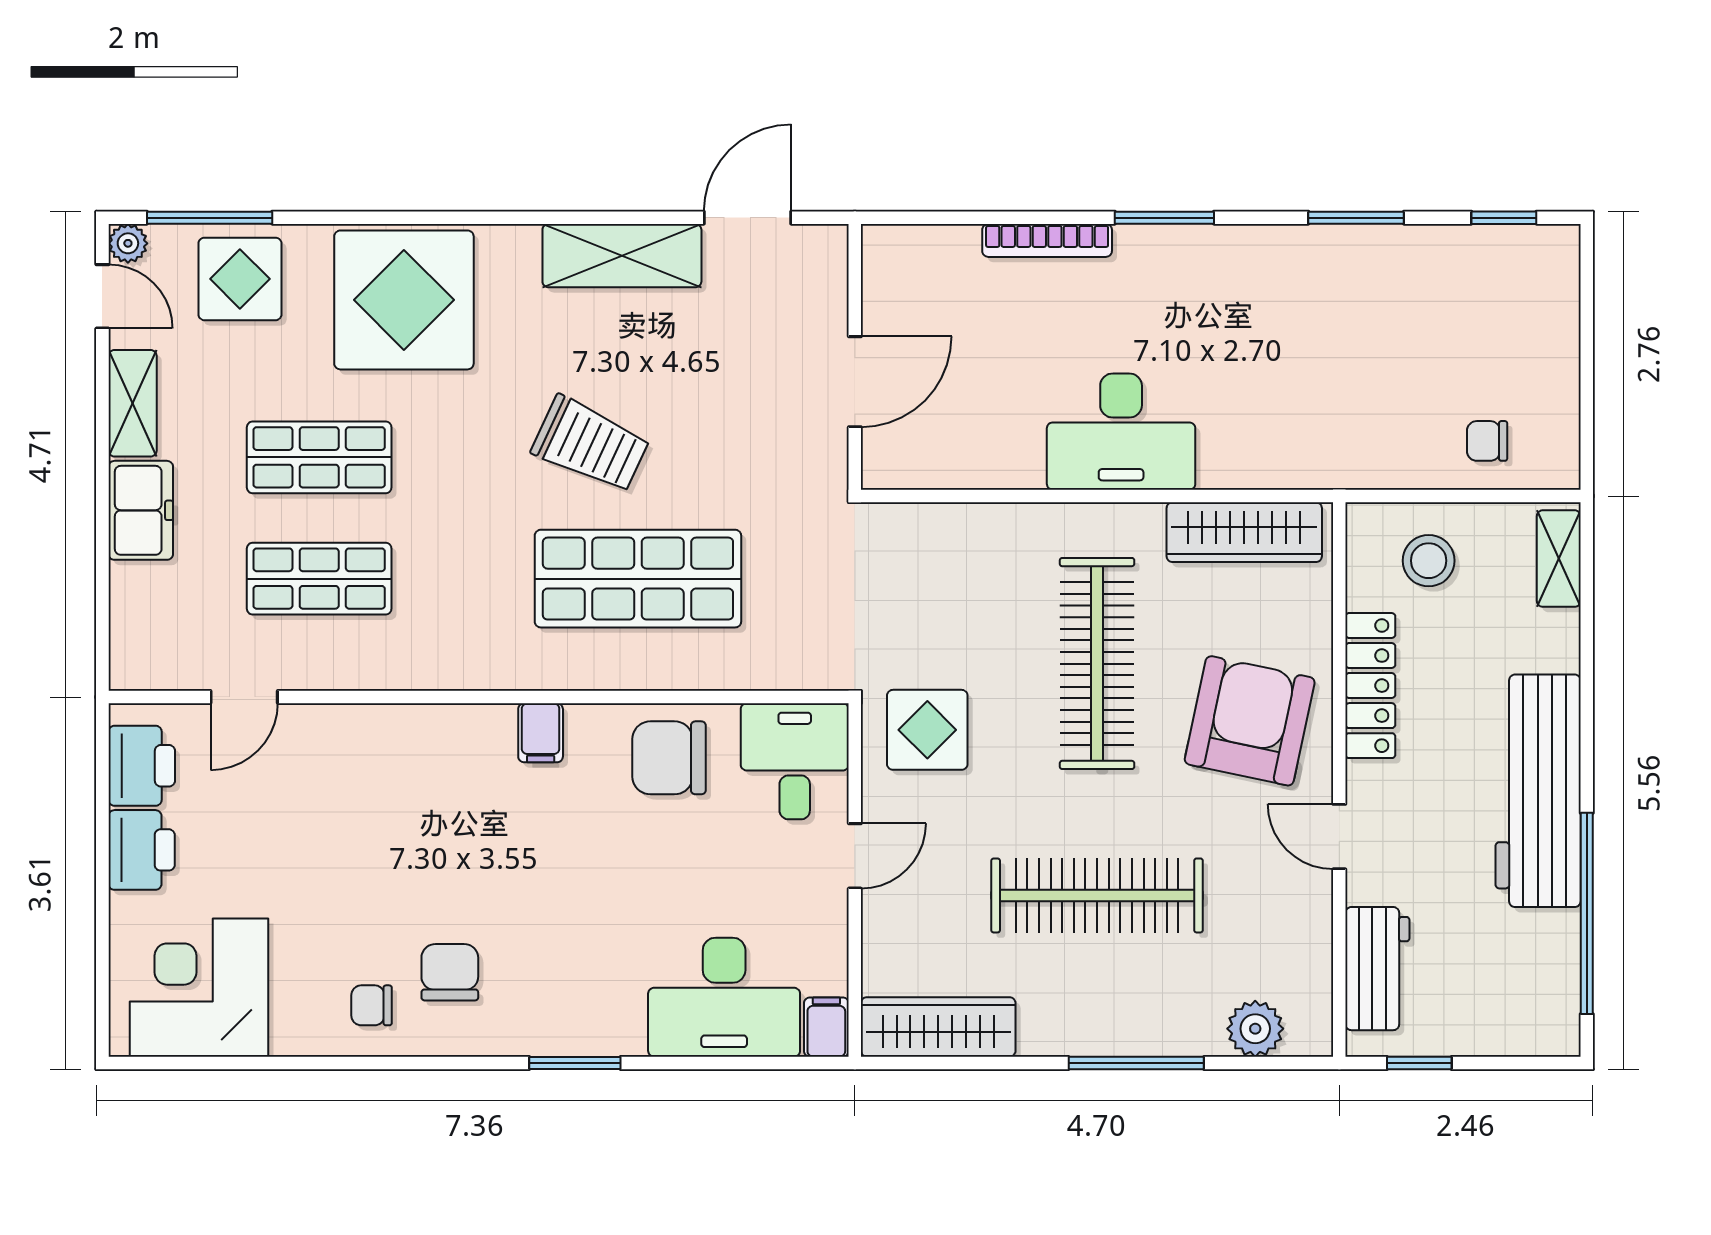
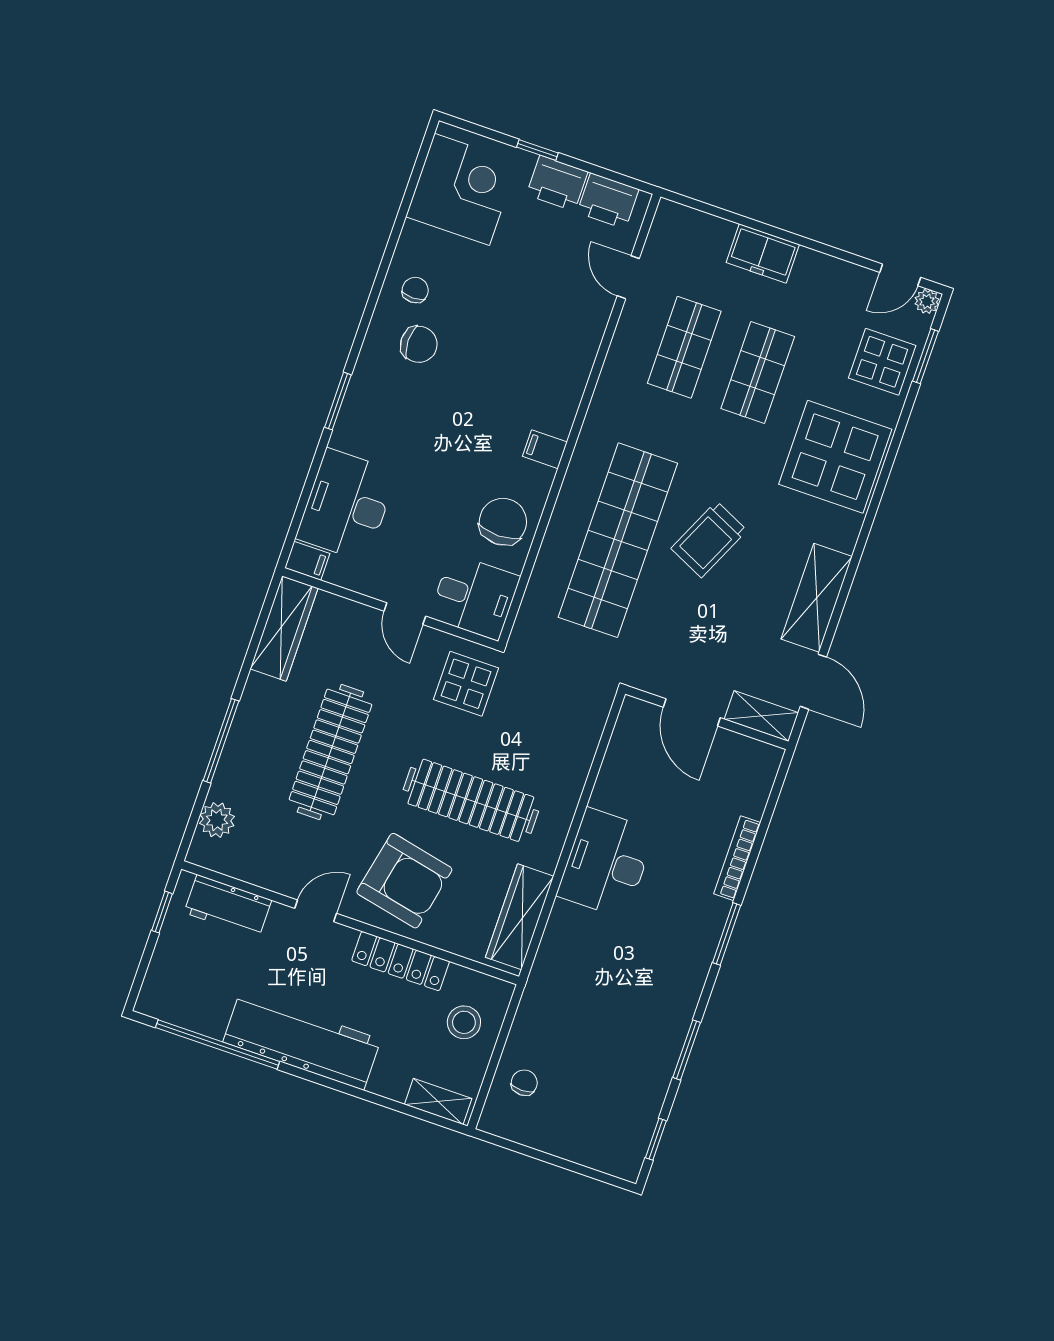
window: (210, 218) -> (925, 356), width x0.69
shelving: (133, 403) -> (761, 716), moved
shop shelf: (638, 579) -> (618, 540), width x1.40
window: (102, 896) -> (537, 150), added

